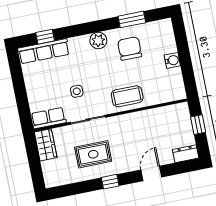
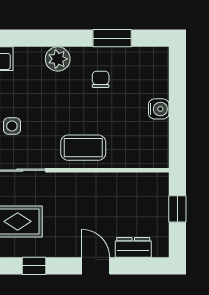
chair: (130, 48) -> (101, 79), width x0.54, depth x0.54
dresser: (186, 154) -> (133, 247), moved
door: (151, 173) -> (96, 266), hinge flipped

